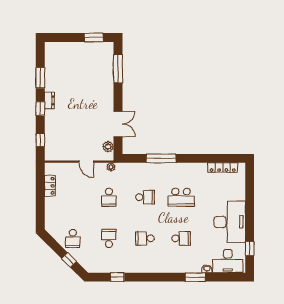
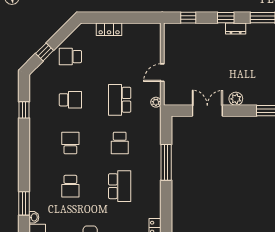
double door: (118, 124) -> (207, 111), swing flipped
plant: (108, 147) -> (236, 99), moved
locker: (50, 186) -> (109, 29), moved
school desk: (109, 197) -> (120, 100), width x1.85
school desk: (181, 197) -> (120, 186), turned 180

